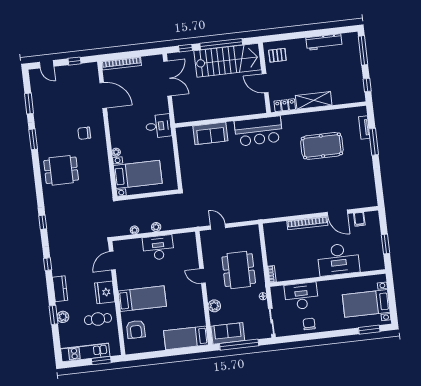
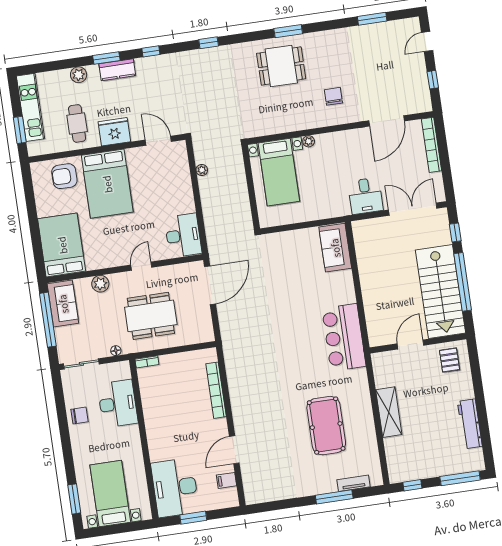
double door: (167, 78) -> (413, 209), swing flipped
locker: (285, 105) -> (381, 372), removed
desk: (158, 126) -> (365, 196), moved
sofa: (210, 133) -> (335, 248), moved
window: (33, 139) -> (288, 31), moved
dining table: (61, 170) -> (281, 66), turned 90
bookcase: (307, 223) -> (216, 390), moved
plant: (156, 227) -> (207, 200), removed
door: (218, 227) -> (210, 285), width x1.87
desk: (158, 248) -> (183, 235), moved
desk: (338, 259) -> (175, 488), moved
bed: (142, 299) -> (107, 184), width x1.50
window: (53, 315) -> (106, 58), moved
bed: (186, 338) -> (62, 245), width x1.50

